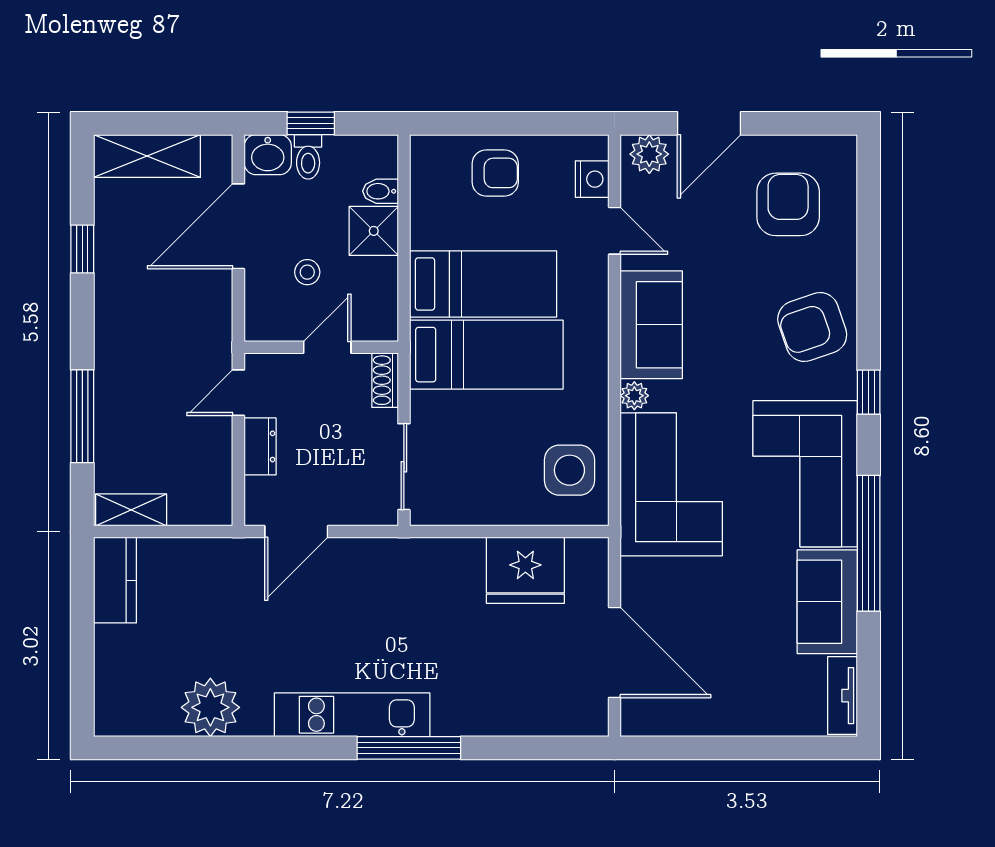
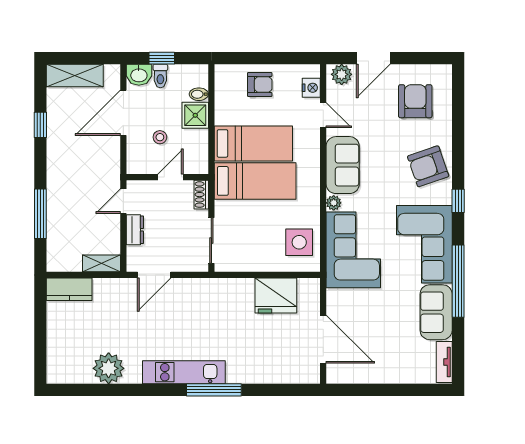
shelving: (131, 510) -> (102, 263), moved
kitchen counter: (115, 580) -> (69, 289), moved, turned 90

